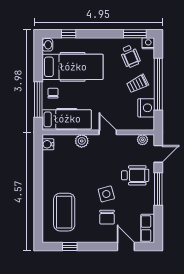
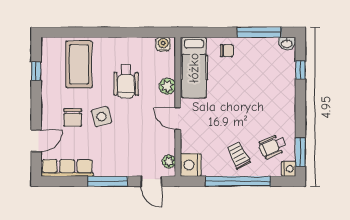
hospital bed: (73, 67) -> (259, 75), removed
window: (38, 99) -> (259, 32), moved
nightstand: (146, 108) -> (191, 165), moved, turned 90
door: (108, 132) -> (178, 118), swing flipped
wheelchair: (135, 175) -> (126, 81), moved
coffee table: (64, 212) -> (79, 64), turned 90
chair: (107, 217) -> (73, 118), turned -90
row of seats: (148, 228) -> (67, 168), width x1.48

